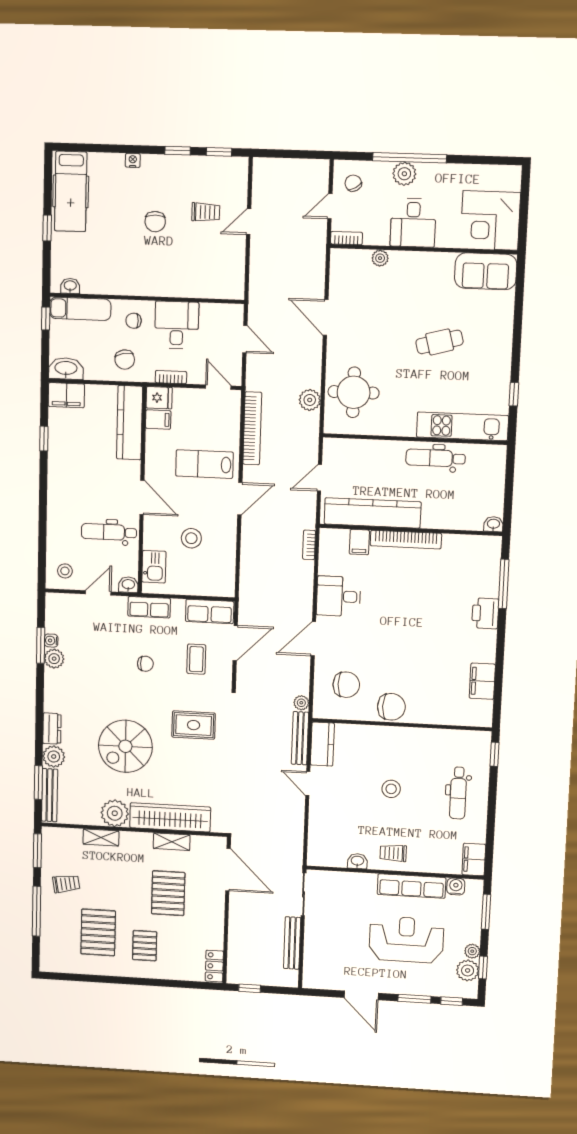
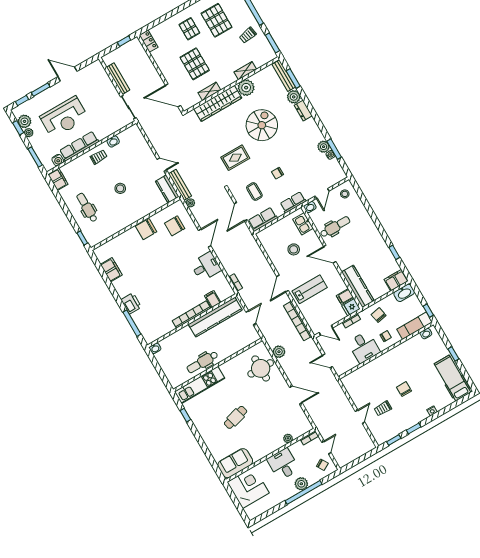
dental chair: (436, 458) -> (202, 362), turned 180

